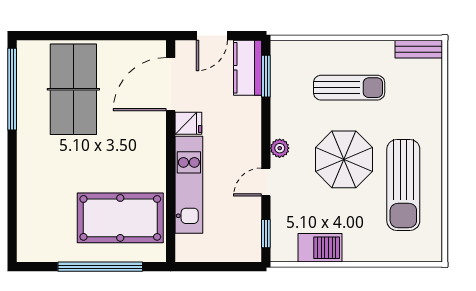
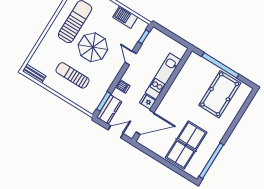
dishwasher: (249, 123) -> (123, 86), added
plant: (280, 148) -> (116, 68), removed
door: (266, 182) -> (131, 58), swing flipped
pool table: (120, 218) -> (220, 94), moved, turned 90

